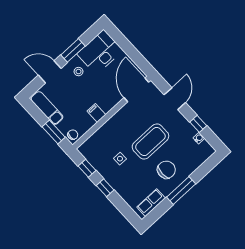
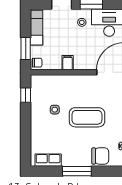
chair: (166, 170) -> (100, 156), moved
window: (105, 188) -> (26, 120), removed

